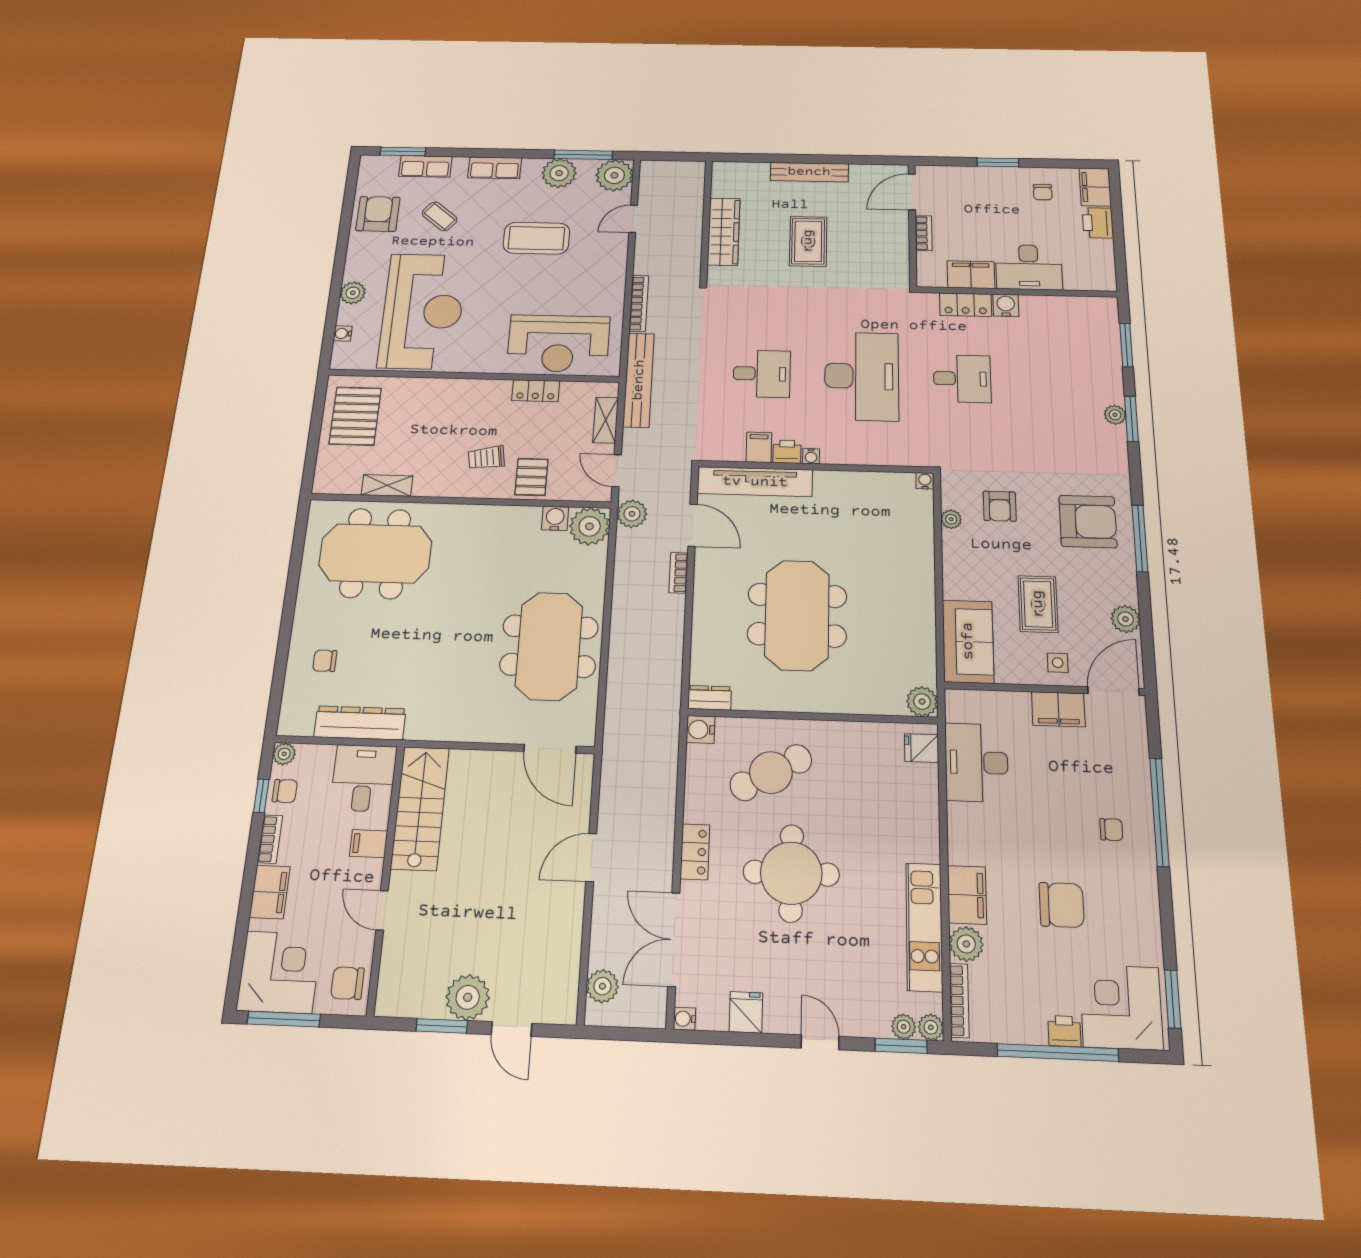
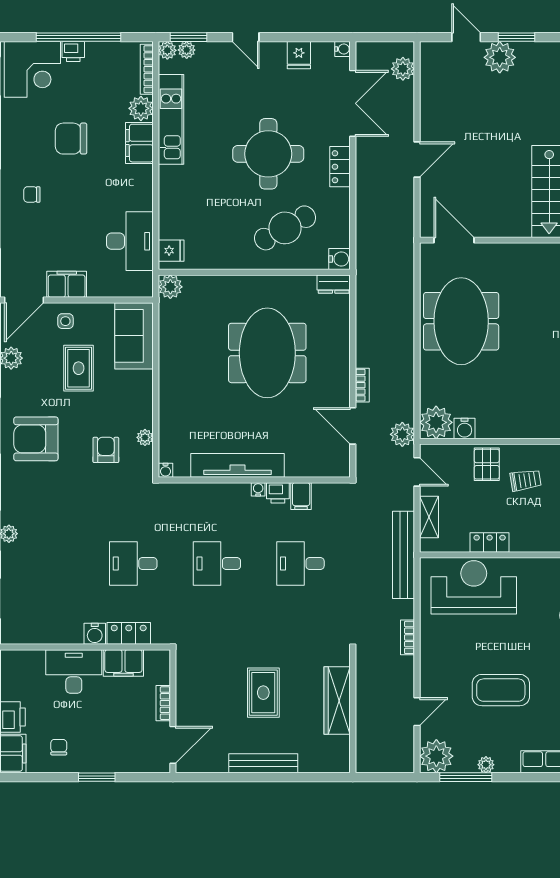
plant: (559, 173) -> (486, 765), width x0.53, depth x0.53
bookcase: (639, 303) -> (408, 637), width x0.64
desk: (862, 376) -> (217, 563), width x0.53, depth x0.77
tv unit: (755, 482) -> (237, 465), moved

